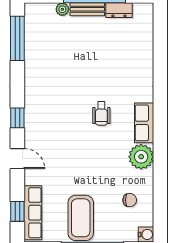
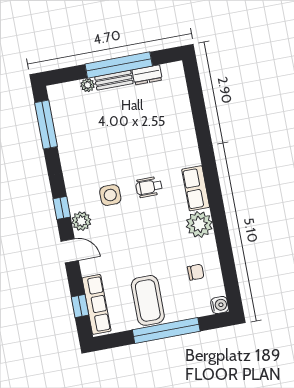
side table: (64, 114) -> (110, 195), added
wheelchair: (101, 114) -> (149, 187), turned 90
plant: (33, 133) -> (81, 221), added

